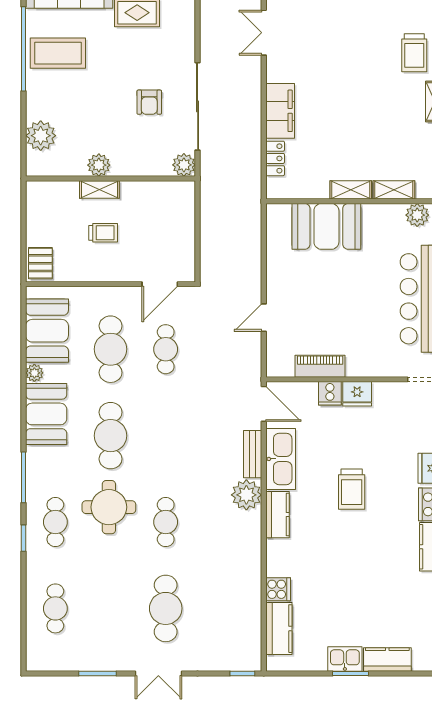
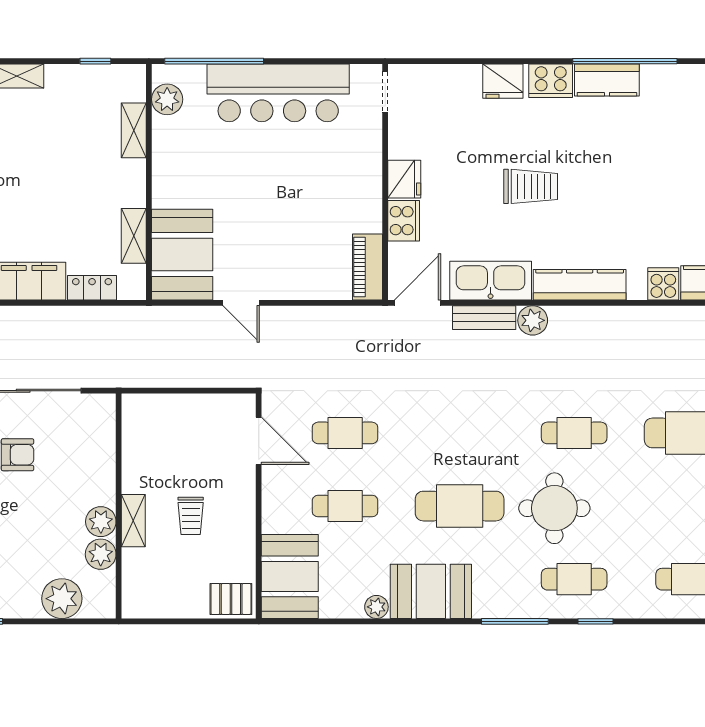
plant: (184, 165) -> (101, 554), moved
shelving: (351, 190) -> (134, 236), moved
booth: (326, 226) -> (182, 255), moved
trolley: (103, 233) -> (191, 516), turned 180
door: (264, 318) -> (241, 303), moved
booth: (47, 331) -> (290, 576), moved, turned 90
cafe table: (111, 349) -> (345, 506), width x0.73, depth x0.74
piano: (320, 366) -> (368, 267), moved
cooker: (330, 393) -> (404, 221), width x1.36
plant: (246, 495) -> (533, 320), width x0.73, depth x0.73
kitchen counter: (277, 515) -> (580, 285), width x1.50

